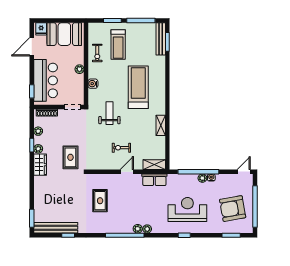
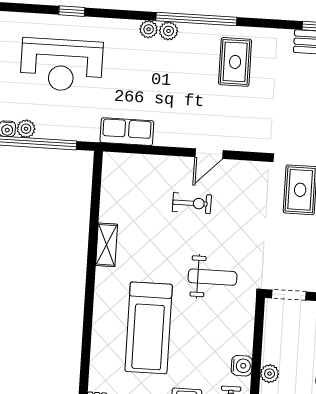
water cooler: (93, 84) -> (242, 366), moved
weight bench: (109, 113) -> (212, 277), turned -90
shelving: (154, 165) -> (125, 163), removed
door: (127, 172) -> (209, 154), moved
rug: (100, 201) -> (235, 62), moved

